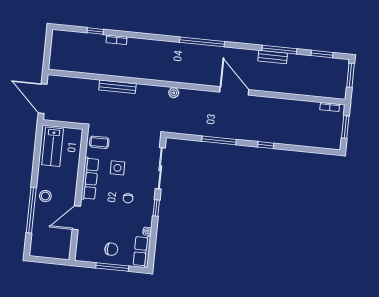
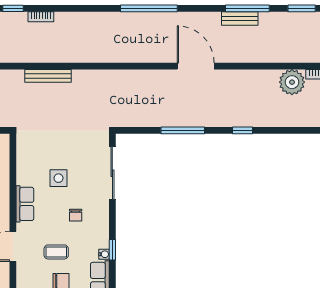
plant: (174, 93) -> (292, 82), moved, width x1.87, depth x1.87
coffee table: (99, 142) -> (56, 252), moved
row of seats: (90, 179) -> (25, 204), width x0.68
window: (156, 208) -> (112, 250), moved

